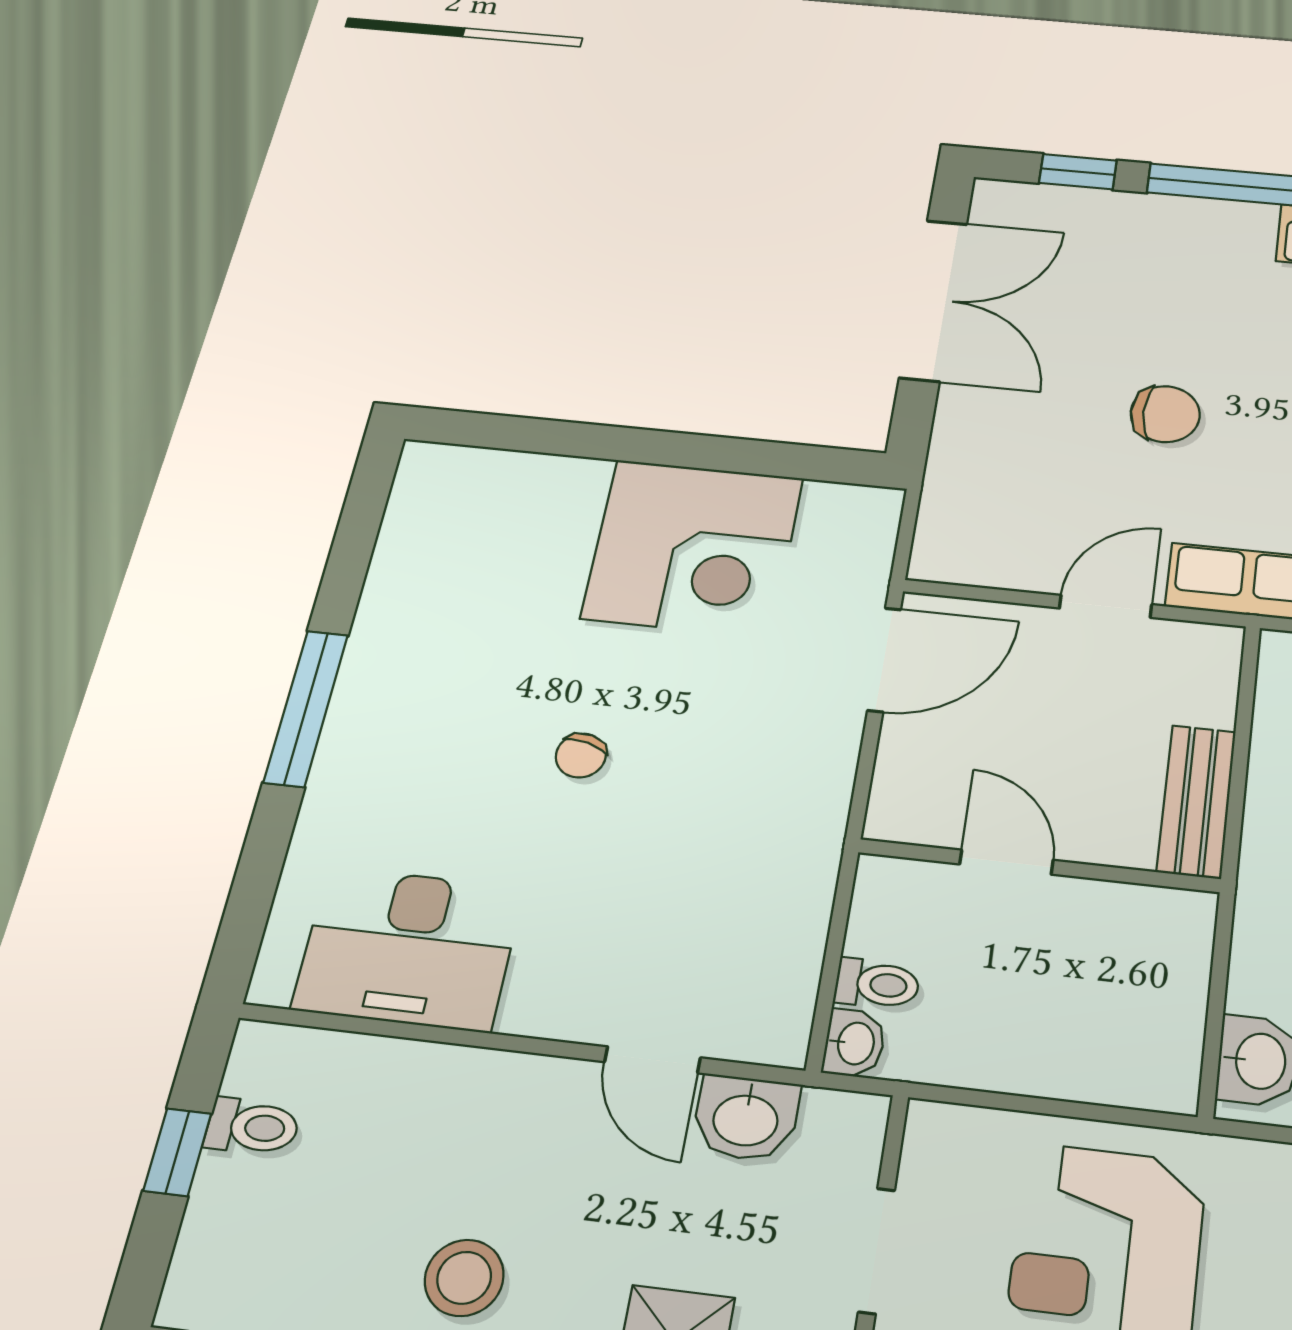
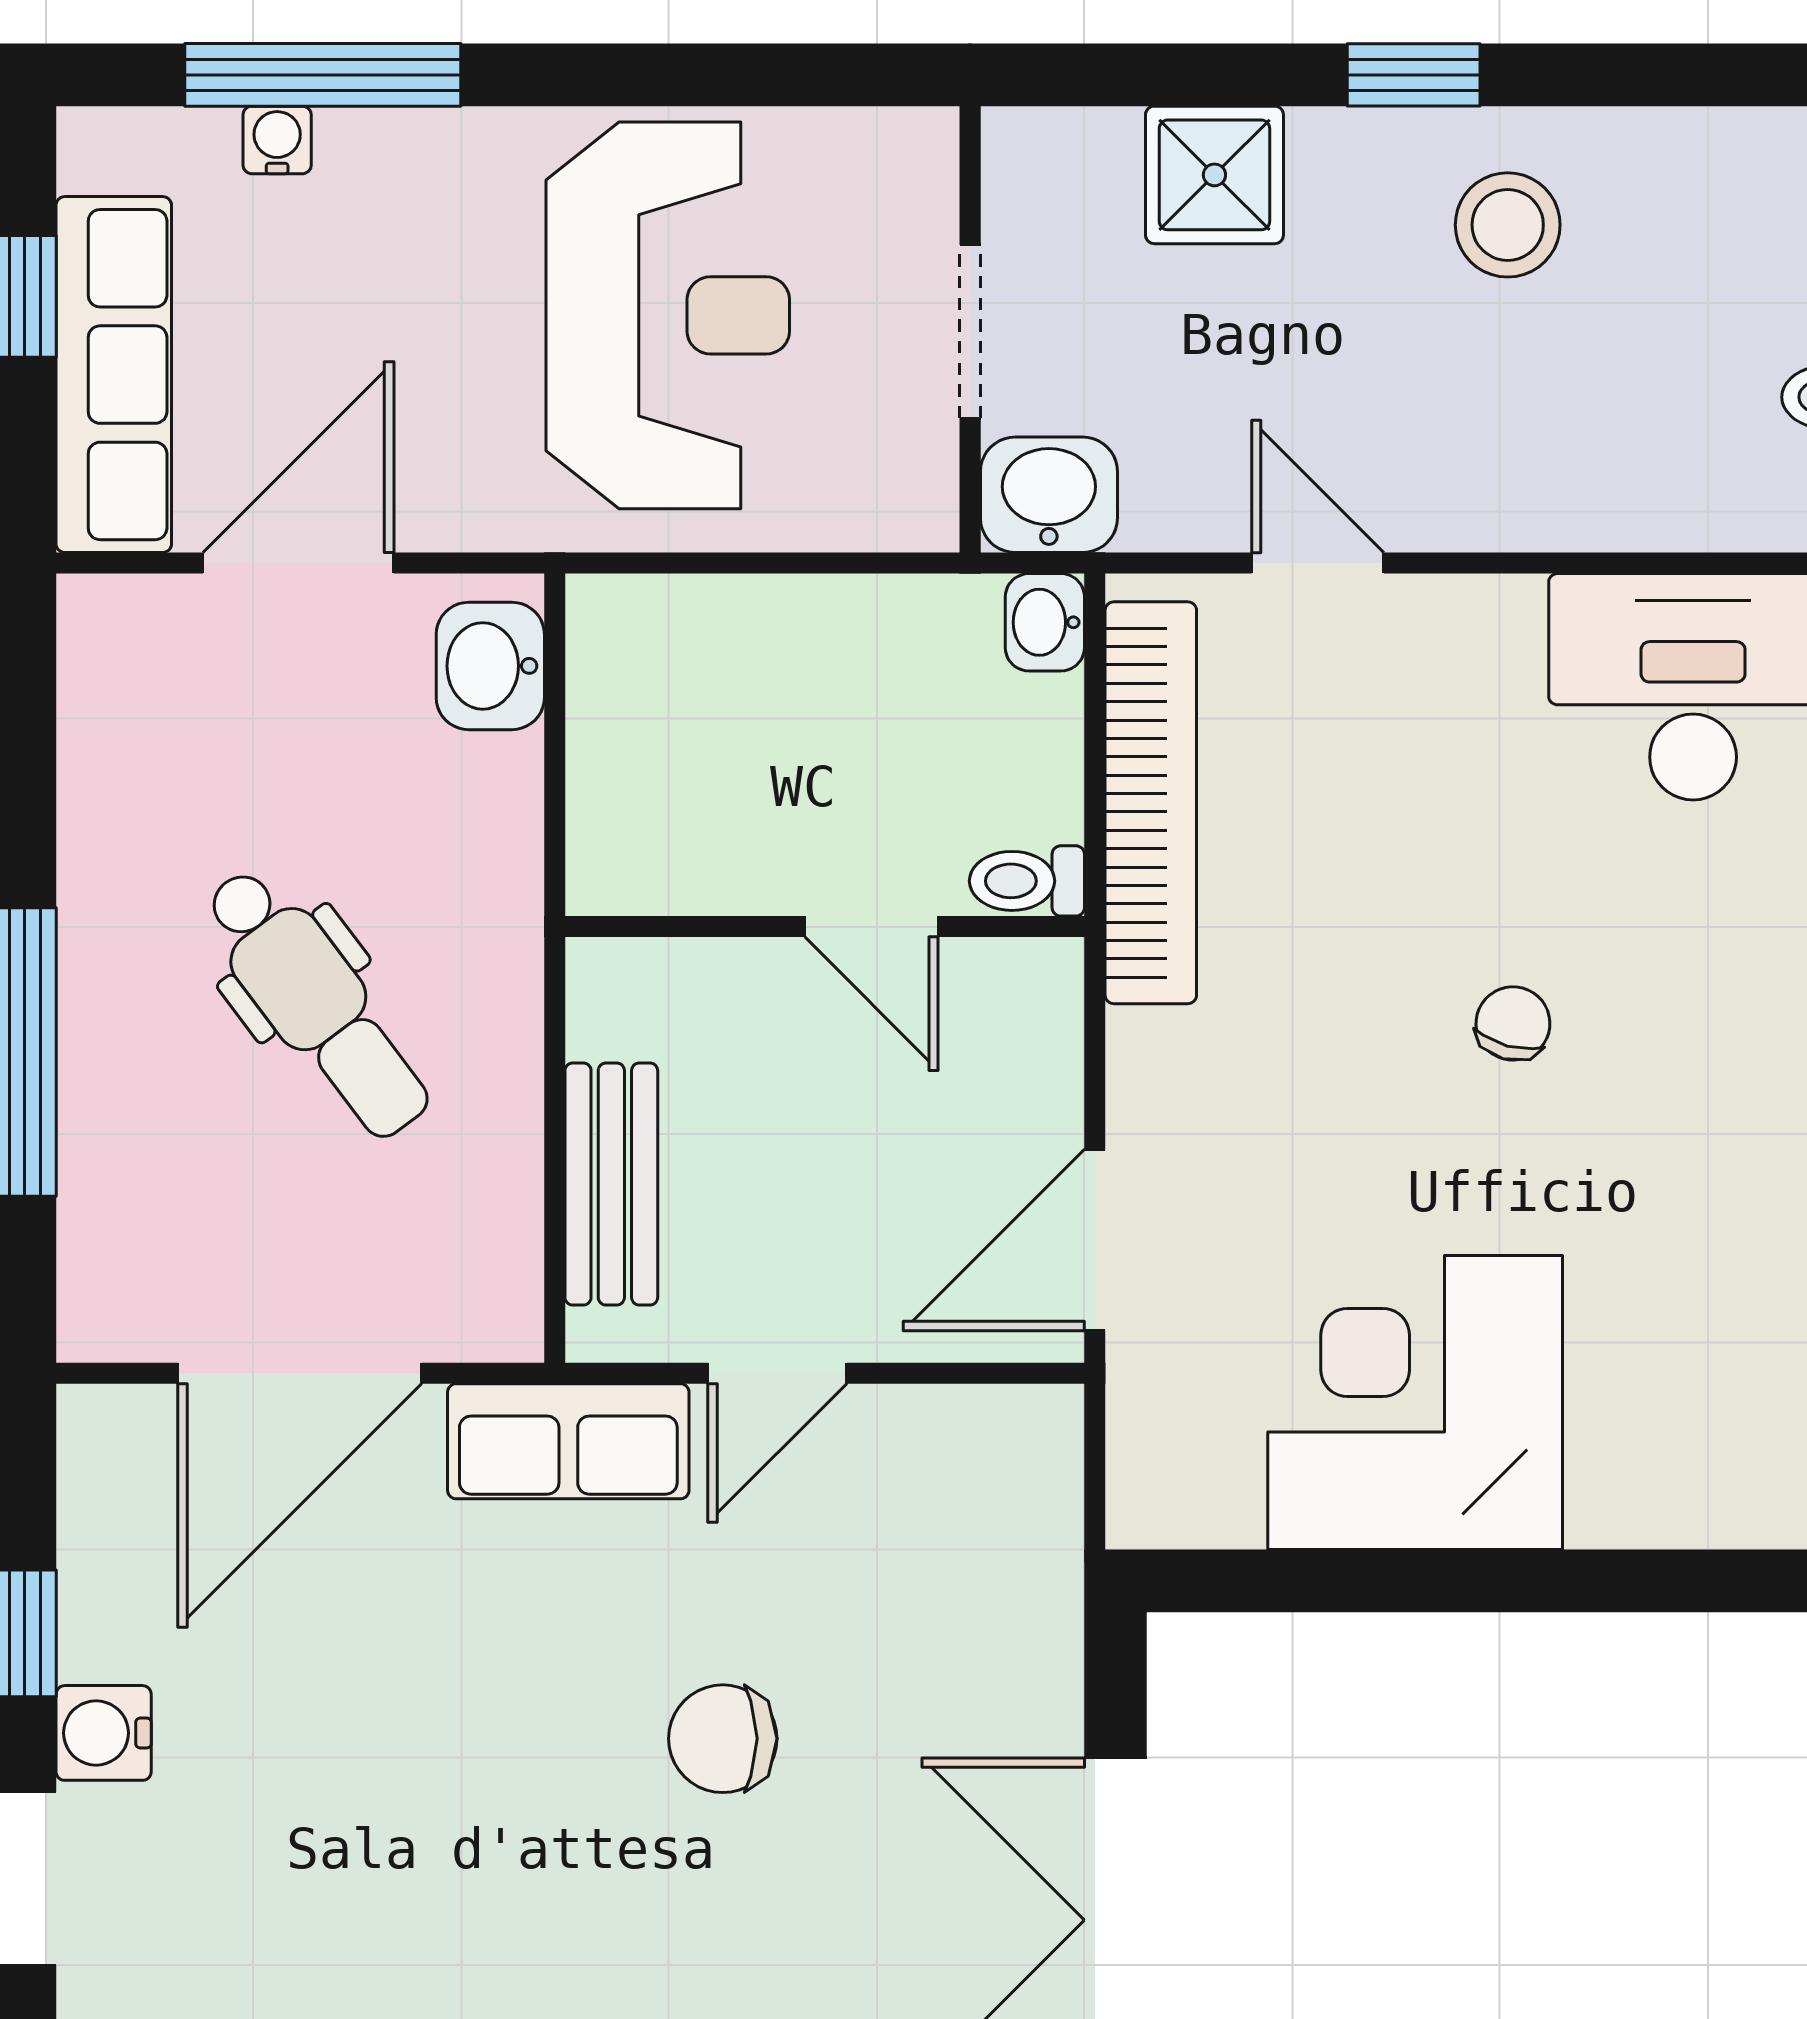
bench: (1196, 801) -> (611, 1184), moved
bookcase: (800, 918) -> (1151, 803), added
toilet: (877, 984) -> (1027, 881), moved
washbasin: (746, 1118) -> (1049, 495), moved

